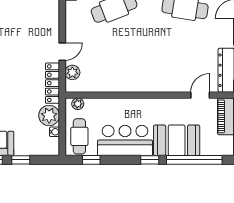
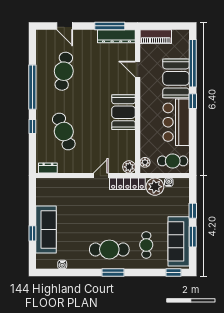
door: (62, 52) -> (101, 176), hinge flipped
plant: (72, 72) -> (129, 167), moved
booth: (137, 79) -> (124, 112), added
door: (200, 95) -> (138, 69), moved
window: (91, 160) -> (193, 151), removed

